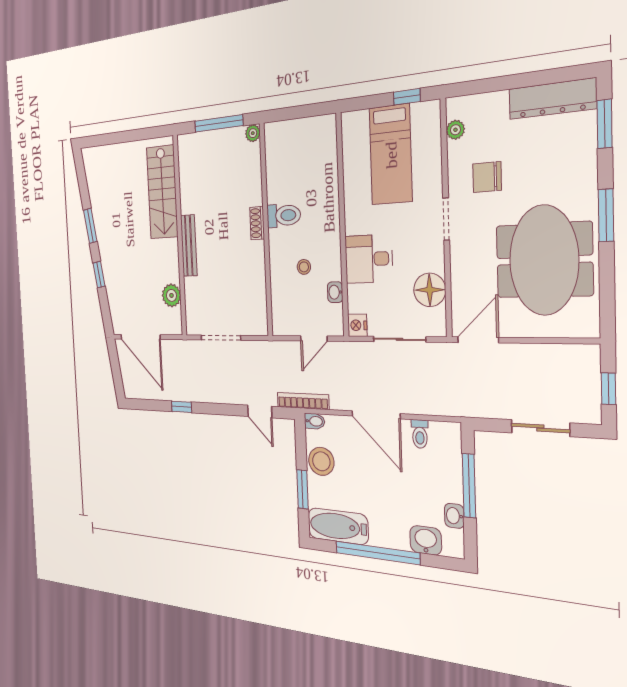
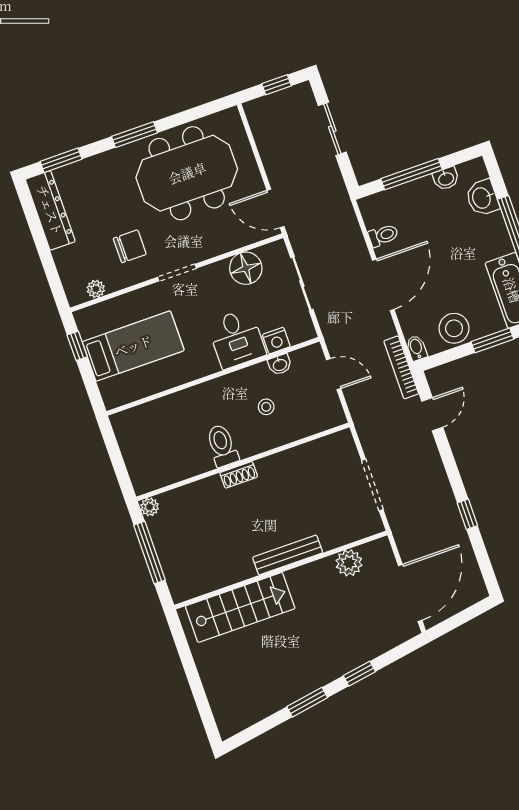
chair: (487, 177) -> (130, 246), turned -90
nightstand: (357, 325) -> (276, 341), moved

